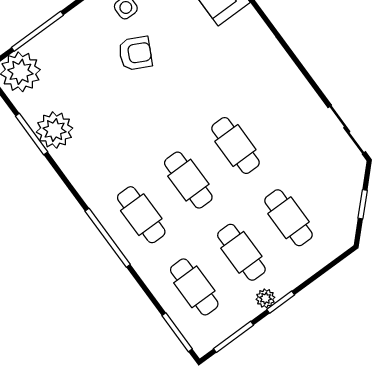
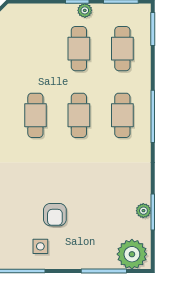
armchair: (135, 53) -> (55, 215), turned -117
plant: (55, 130) -> (143, 211), width x0.53, depth x0.53
cafe table: (288, 218) -> (35, 49), removed

